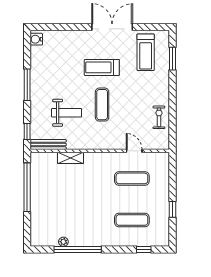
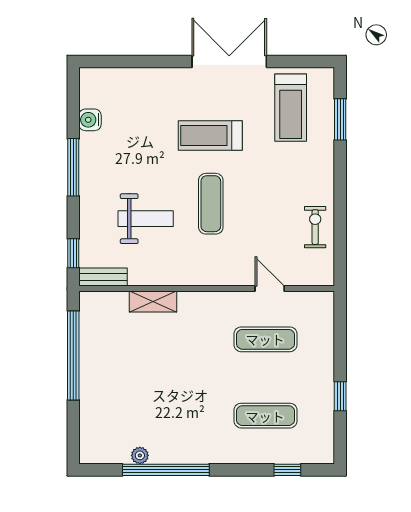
water cooler: (36, 39) -> (90, 120), moved
bench: (48, 145) -> (103, 277), width x0.73

